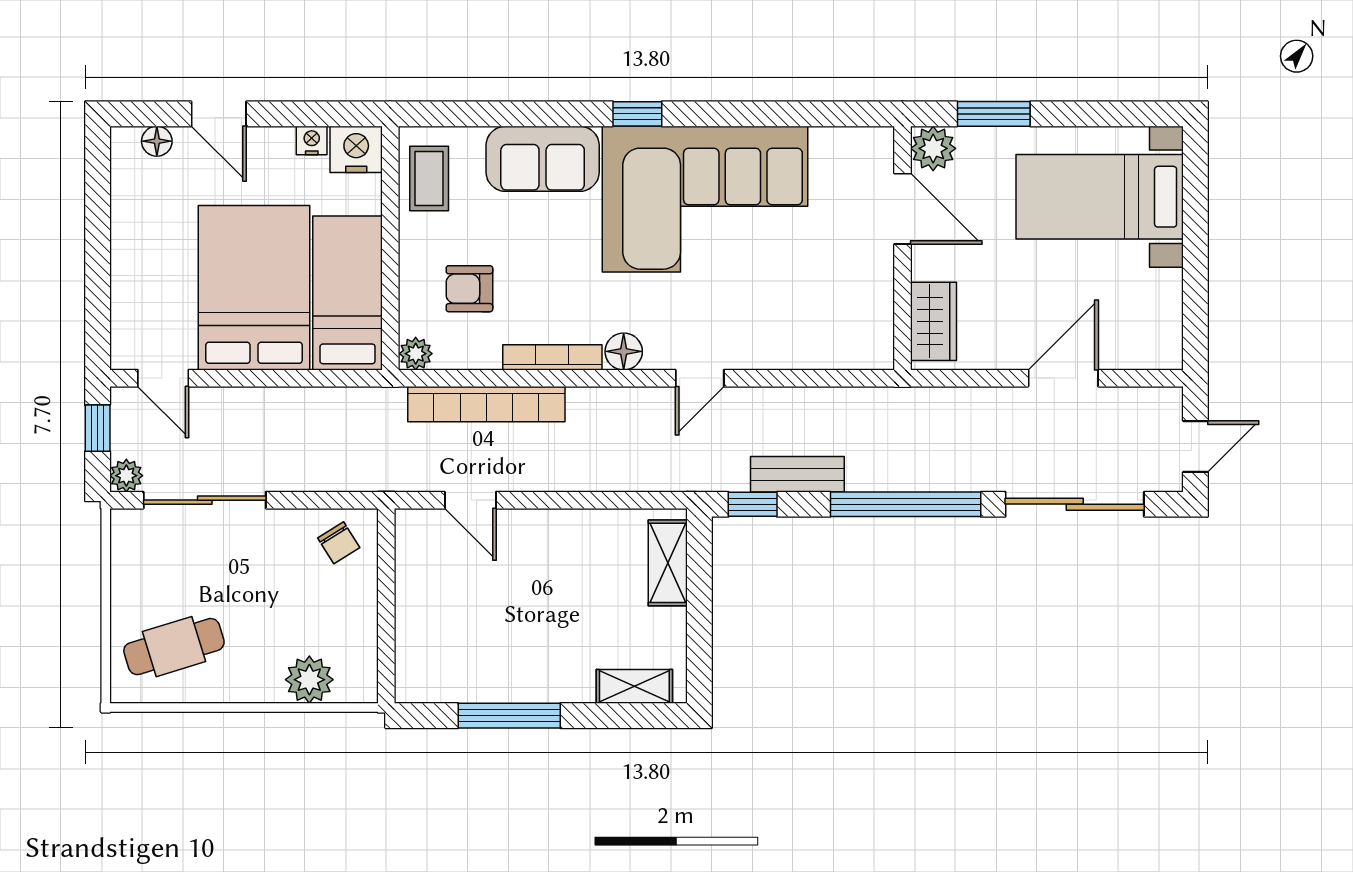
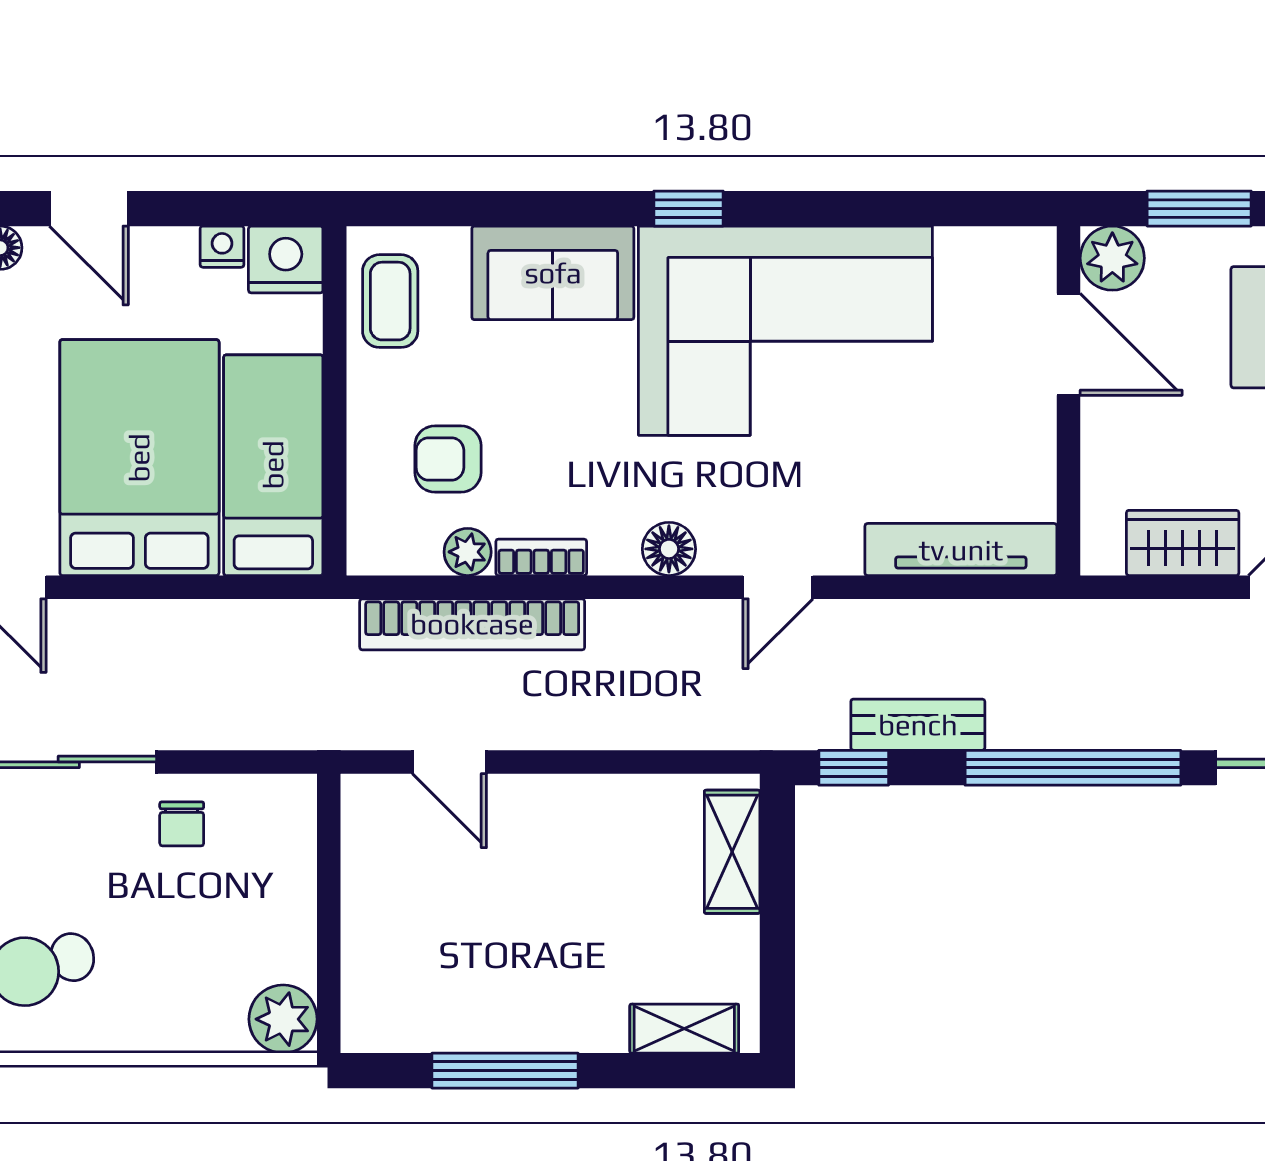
wardrobe: (934, 321) -> (1183, 543), moved, turned -90
tv unit: (827, 352) -> (961, 550), added
plant: (416, 354) -> (468, 552), moved
bookcase: (552, 357) -> (541, 557), width x0.64
chair: (339, 543) -> (182, 824), moved, turned 32
plant: (309, 680) -> (283, 1019), moved

